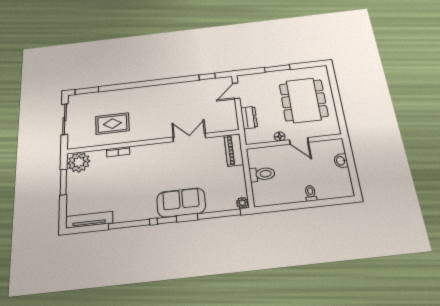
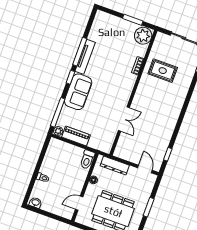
dresser: (249, 118) -> (115, 166), width x1.44
rug: (112, 124) -> (163, 71), turned 90
door: (299, 141) -> (79, 203), moved
piano: (234, 150) -> (76, 136), moved
washbasin: (341, 161) -> (35, 203), moved
toilet: (262, 174) -> (87, 159), moved
tv unit: (89, 220) -> (85, 57), moved

